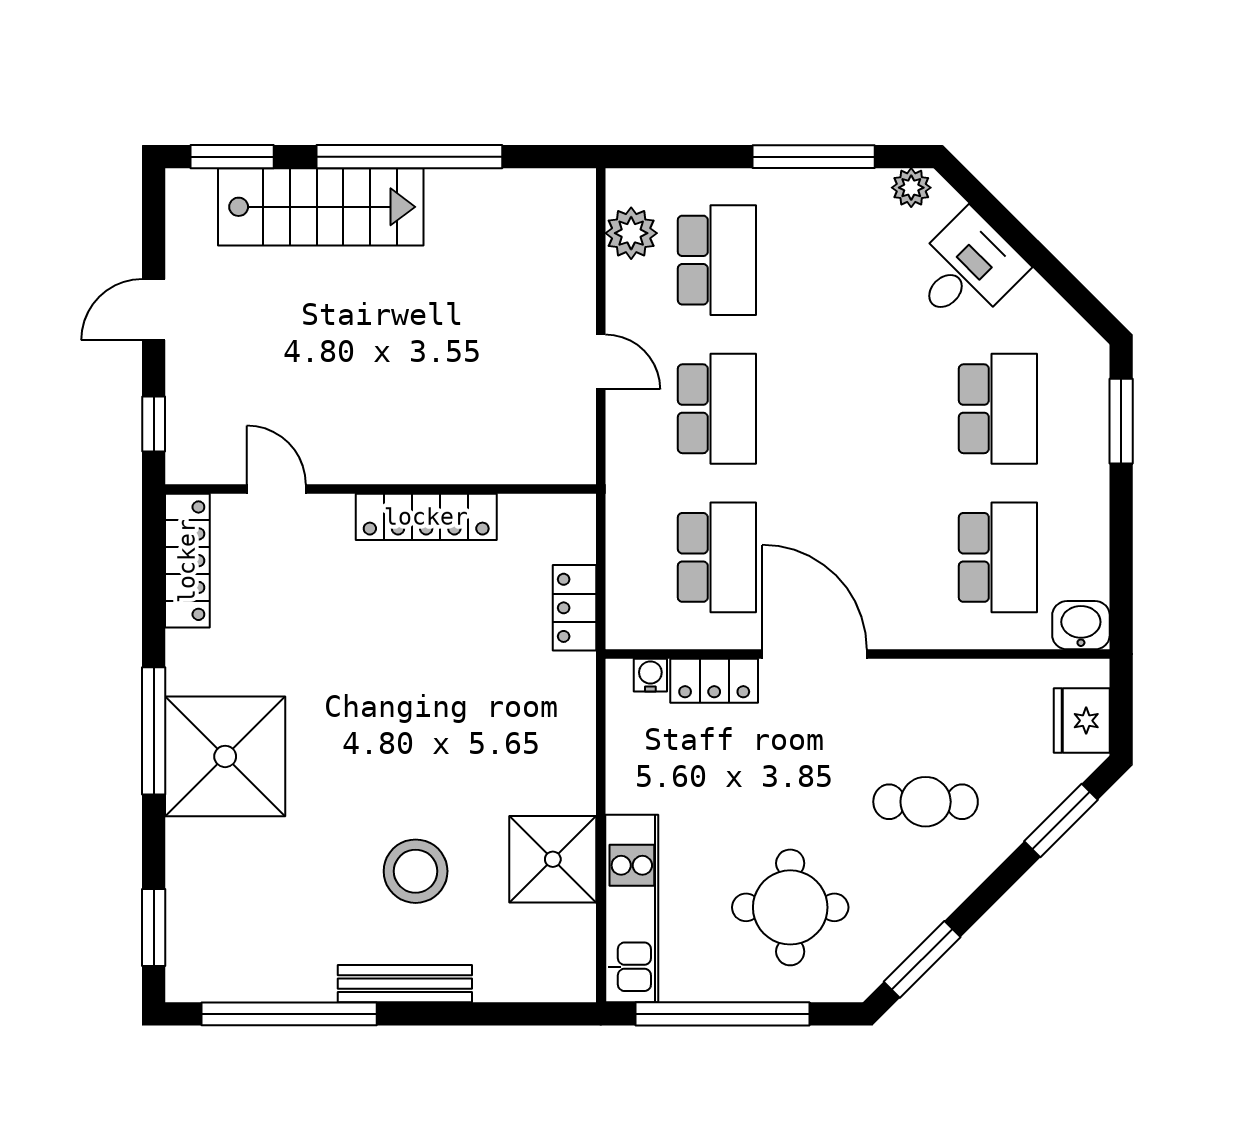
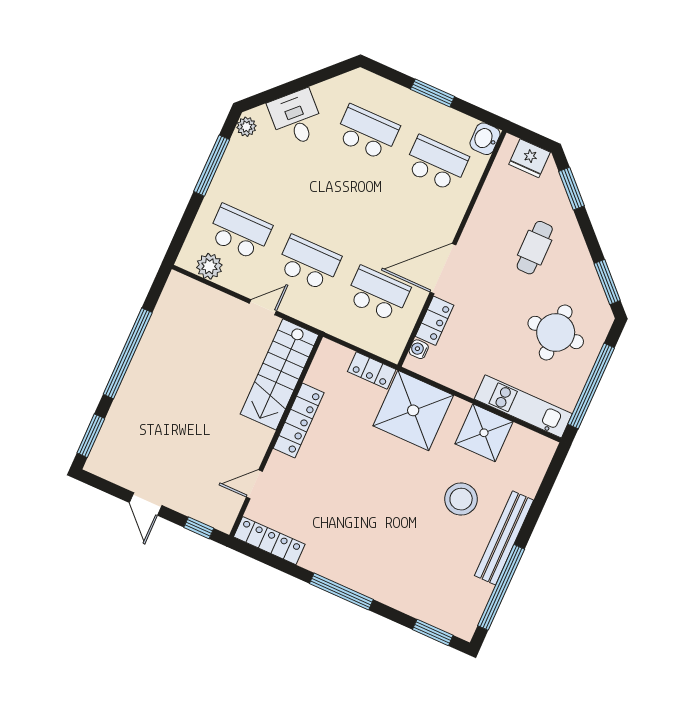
stairs: (321, 207) -> (279, 374), moved, turned 180
window: (1121, 421) -> (433, 93), moved
shower: (225, 756) -> (413, 410), moved
bench: (405, 984) -> (504, 538), width x1.37, depth x1.21

